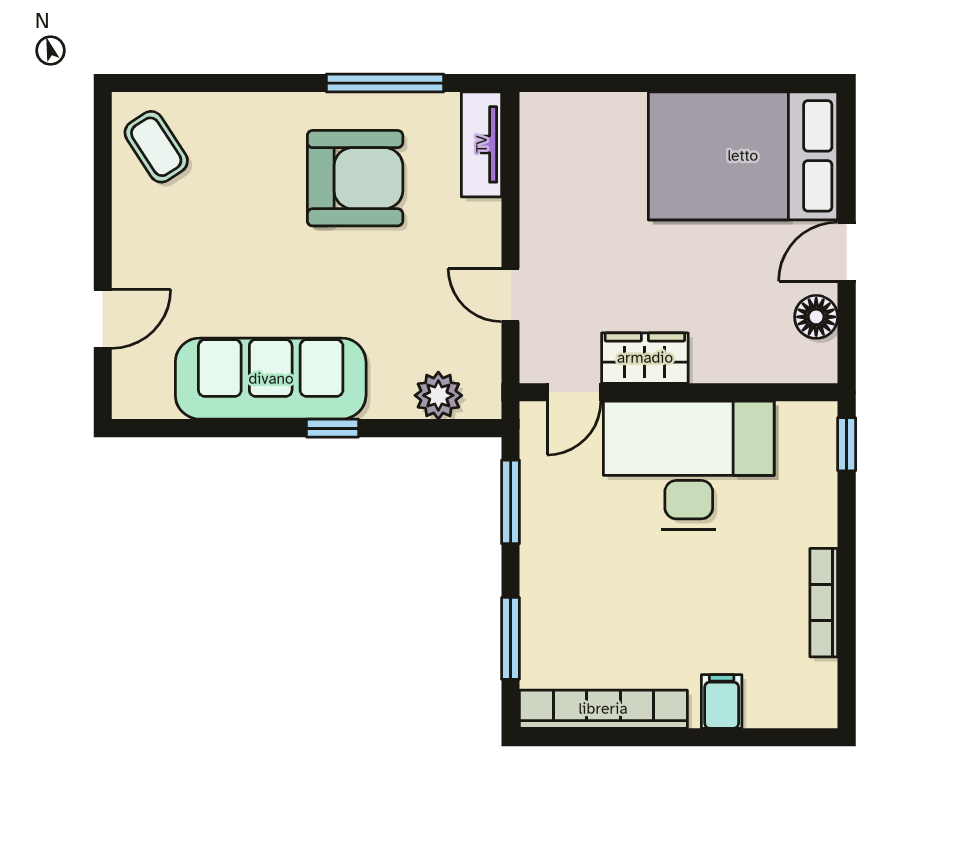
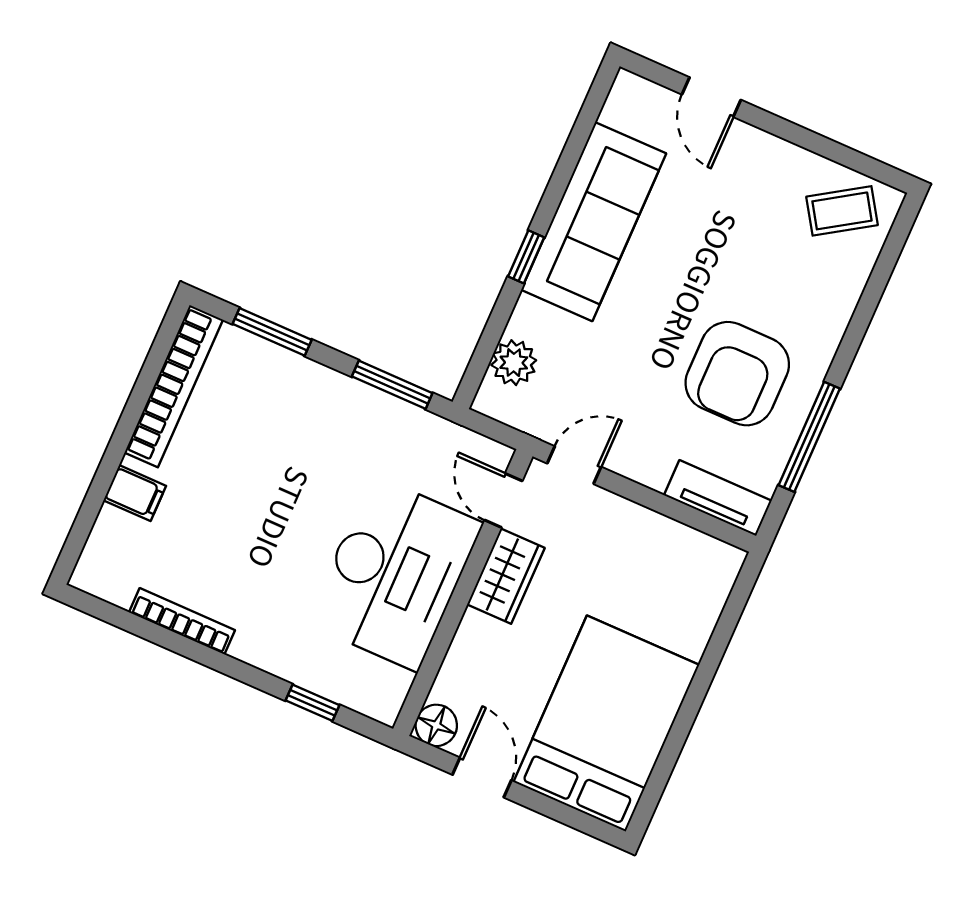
wardrobe: (645, 358) -> (506, 576), moved
door: (574, 392) -> (503, 501), moved
wall: (679, 392) -> (463, 593), moved
desk: (689, 465) -> (395, 573), moved

